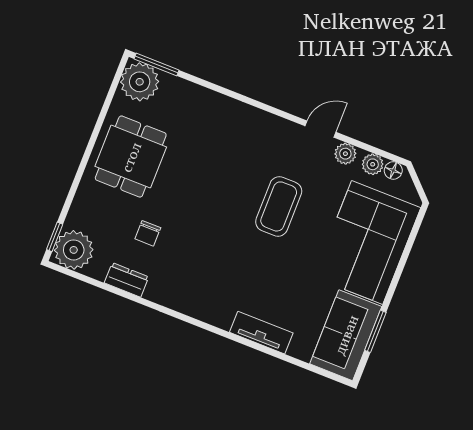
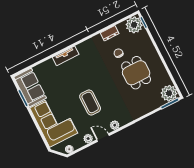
door: (320, 129) -> (103, 138), swing flipped
dining table: (131, 157) -> (136, 73), moved
plant: (373, 164) -> (115, 125), moved
tv unit: (261, 333) -> (66, 56), moved

